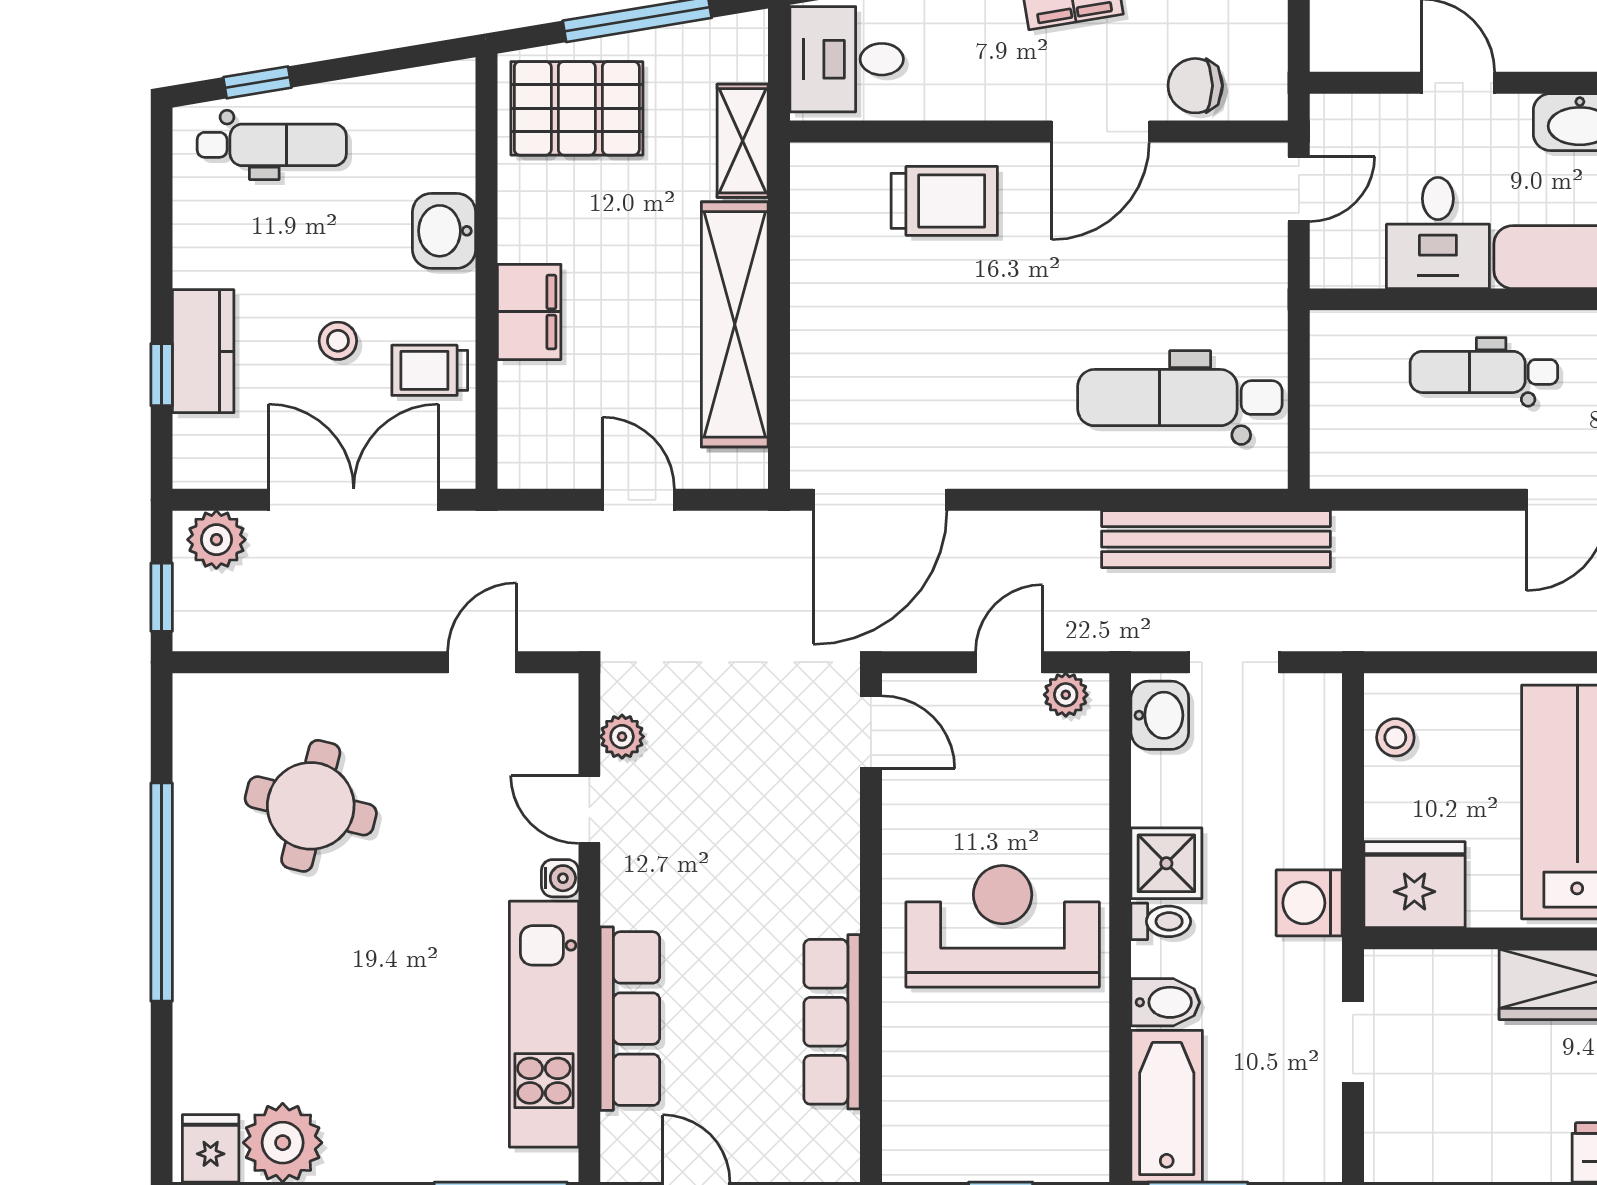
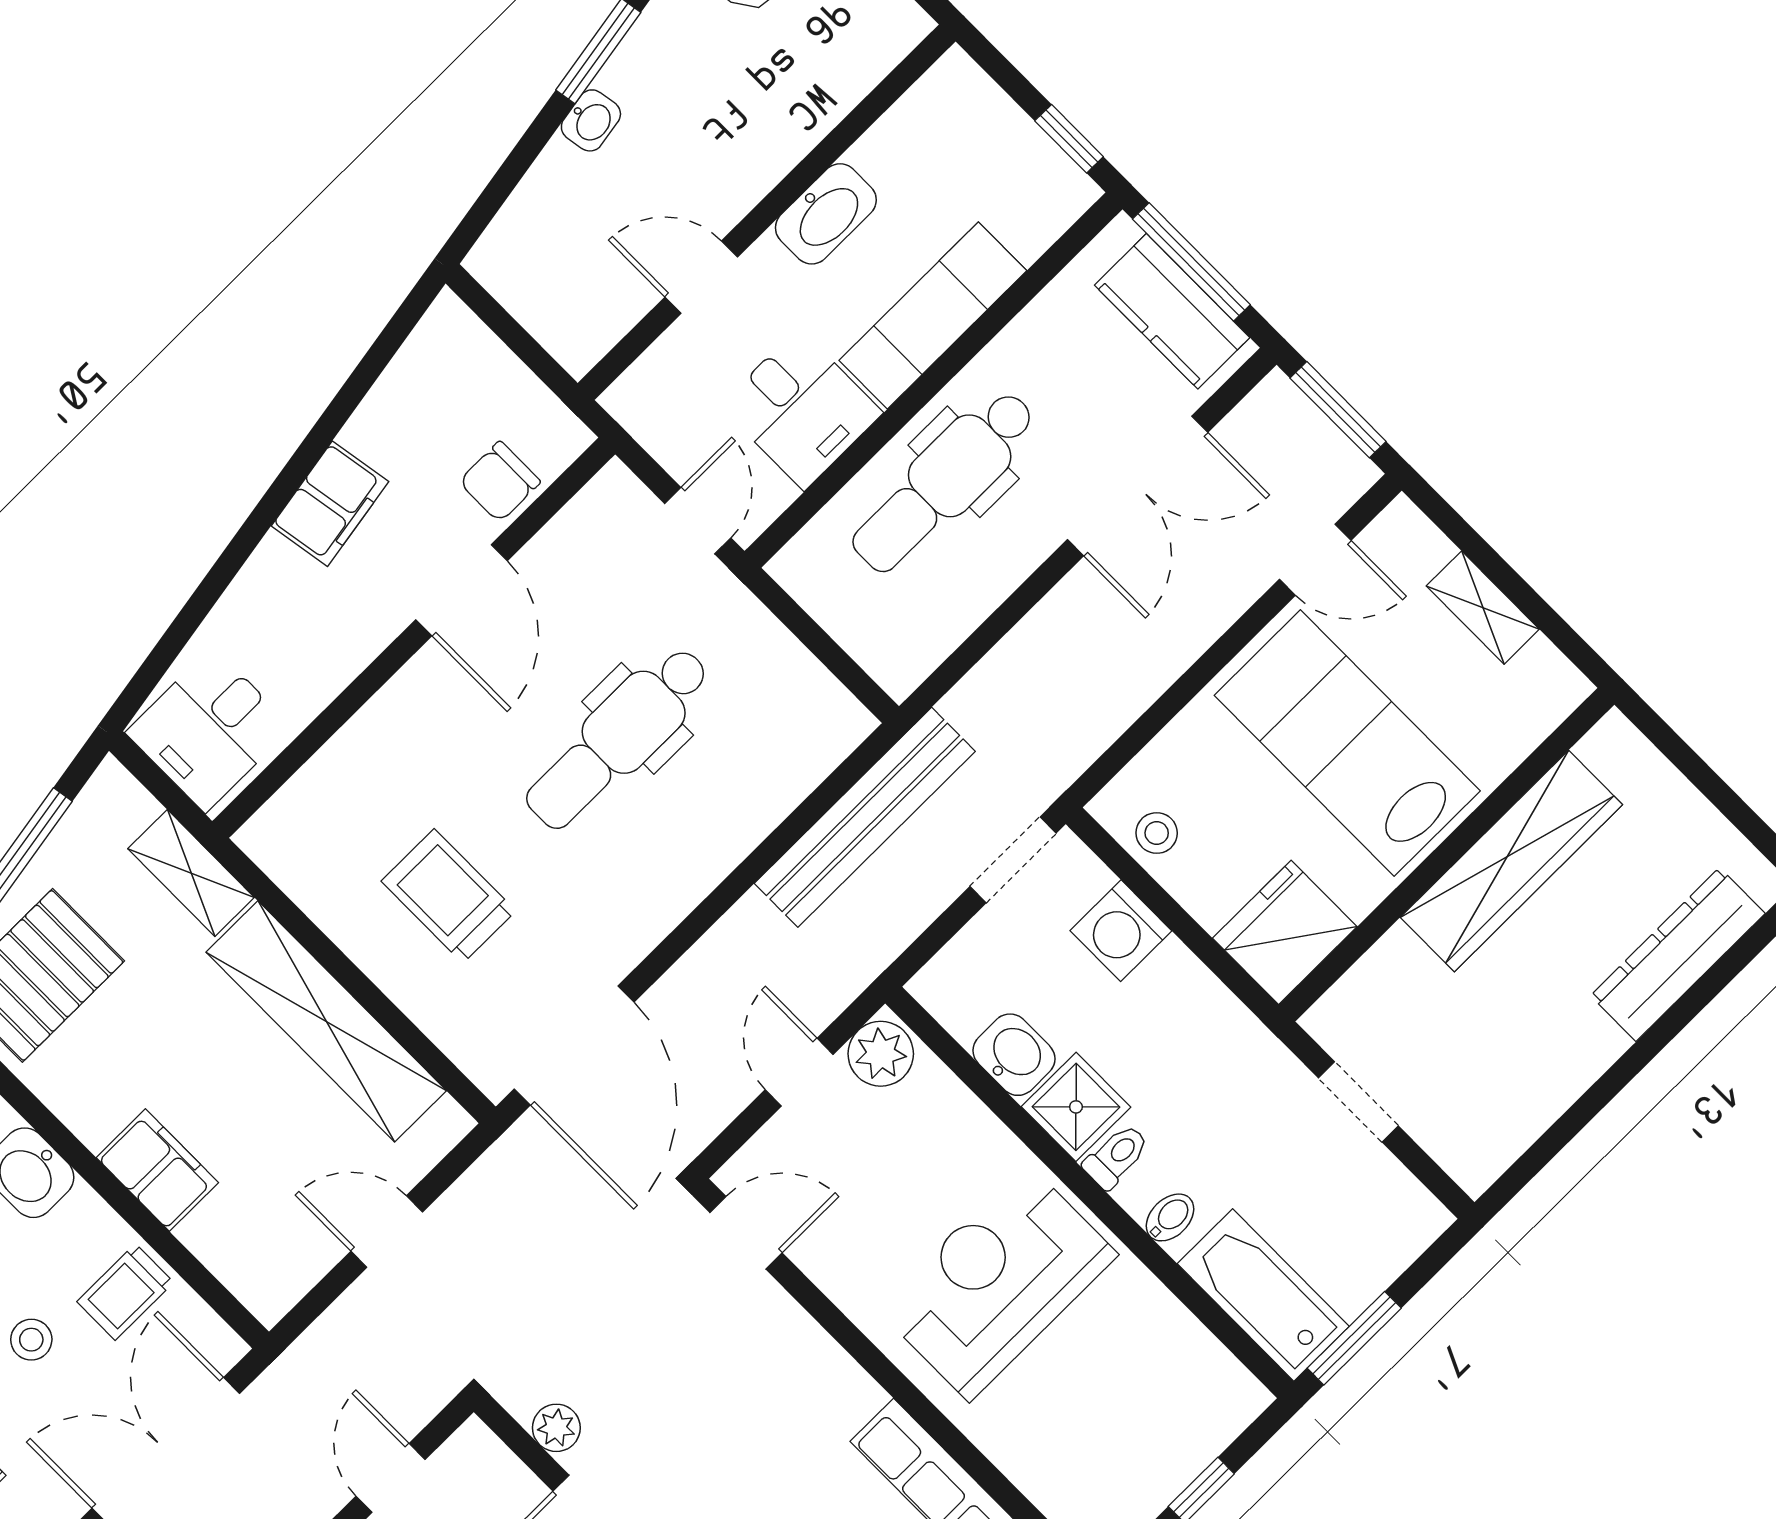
door: (1299, 189) -> (698, 521), moved
trolley: (944, 201) -> (449, 896), moved, turned -90
dental chair: (1484, 372) -> (944, 481), width x1.36, depth x1.38
dental chair: (1180, 398) -> (618, 738), moved
doorway: (1234, 662) -> (1013, 860), moved
plant: (1066, 695) -> (881, 1054), width x1.38, depth x1.38
washbasin: (1160, 715) -> (1014, 1055), moved
washing machine: (1309, 903) -> (1121, 931), moved
bidet: (1165, 1002) -> (1170, 1217), width x0.72, depth x0.74

